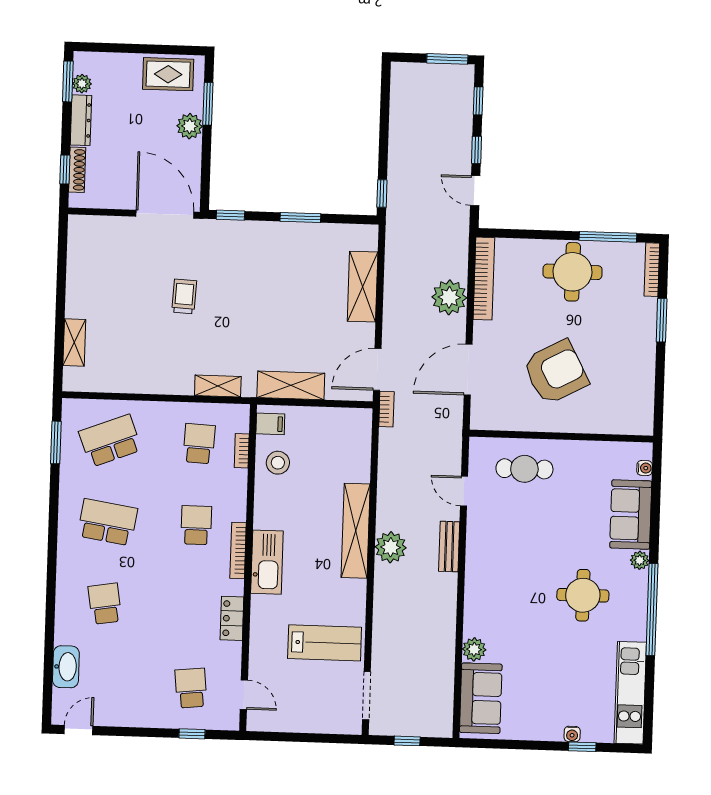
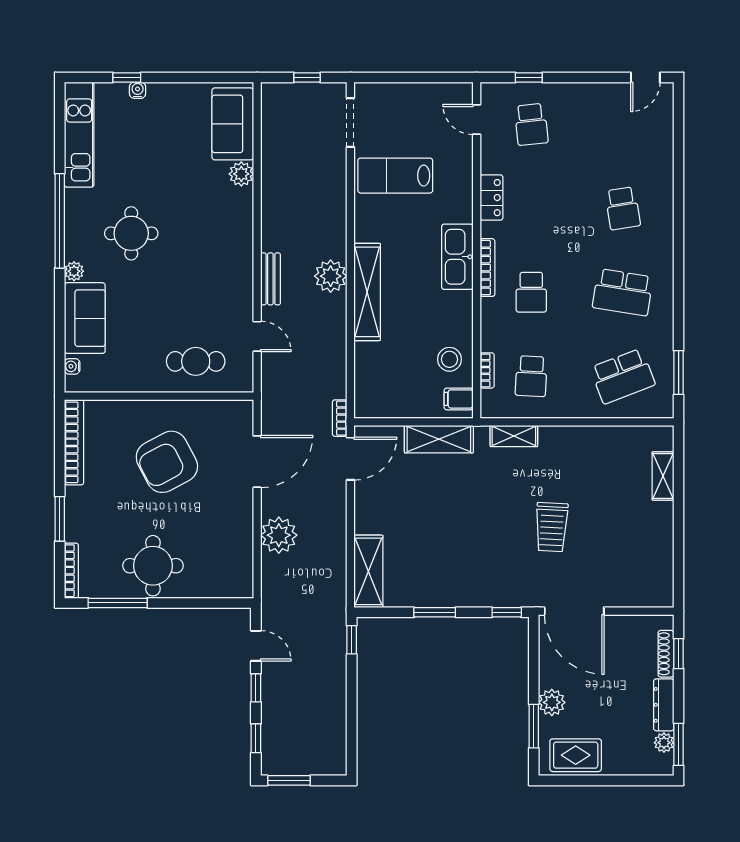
bookcase: (484, 279) -> (74, 442), moved, turned 180
shelving: (363, 287) -> (368, 571), moved
trolley: (184, 296) -> (552, 527), width x1.36, depth x1.39
washbasin: (66, 667) -> (661, 142), removed

